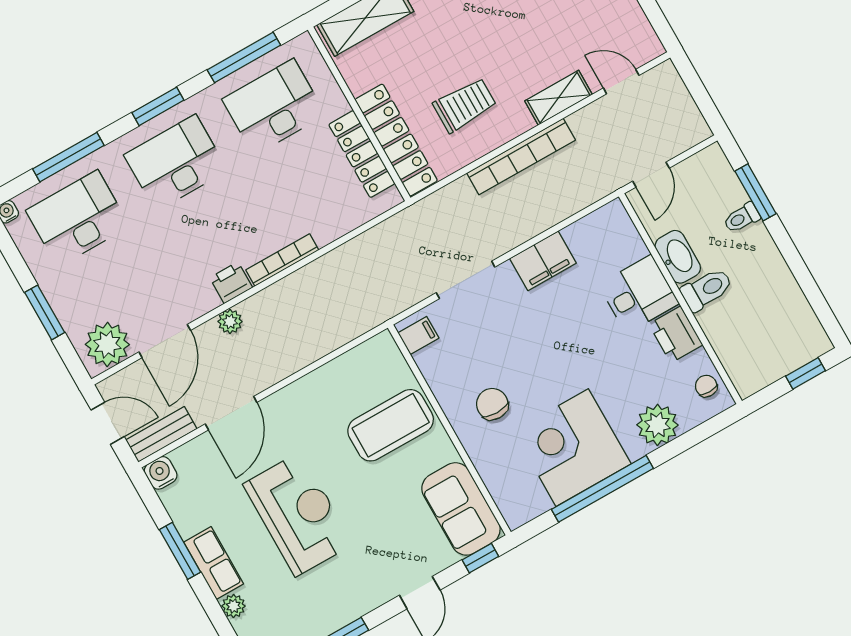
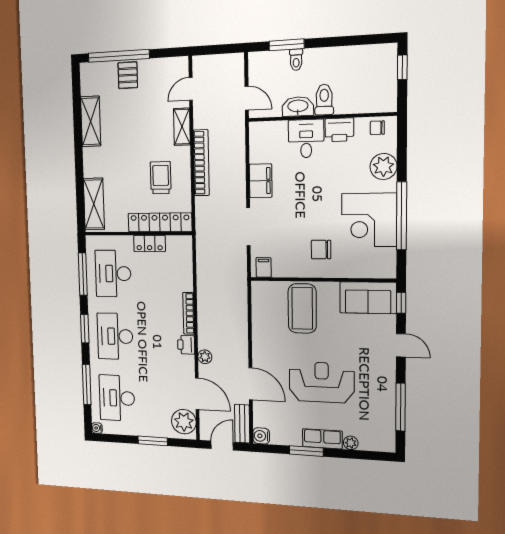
locker: (362, 154) -> (150, 244), width x0.66

